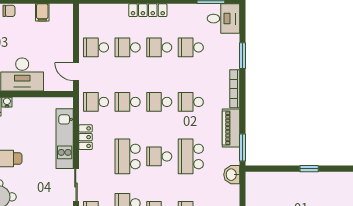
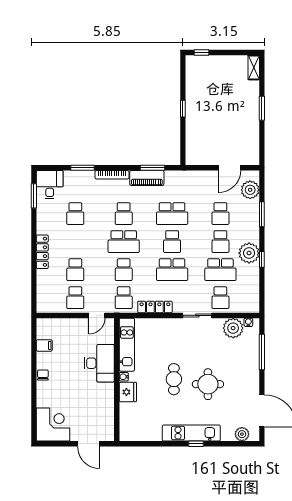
school desk: (159, 47) -> (75, 242), removed
school desk: (159, 102) -> (124, 242), width x1.85
locker: (86, 137) -> (155, 307), width x1.53
kitchen unit: (65, 139) -> (127, 345), moved, turned -90
window: (242, 148) -> (152, 168), moved
washbasin: (232, 175) -> (188, 177), removed

